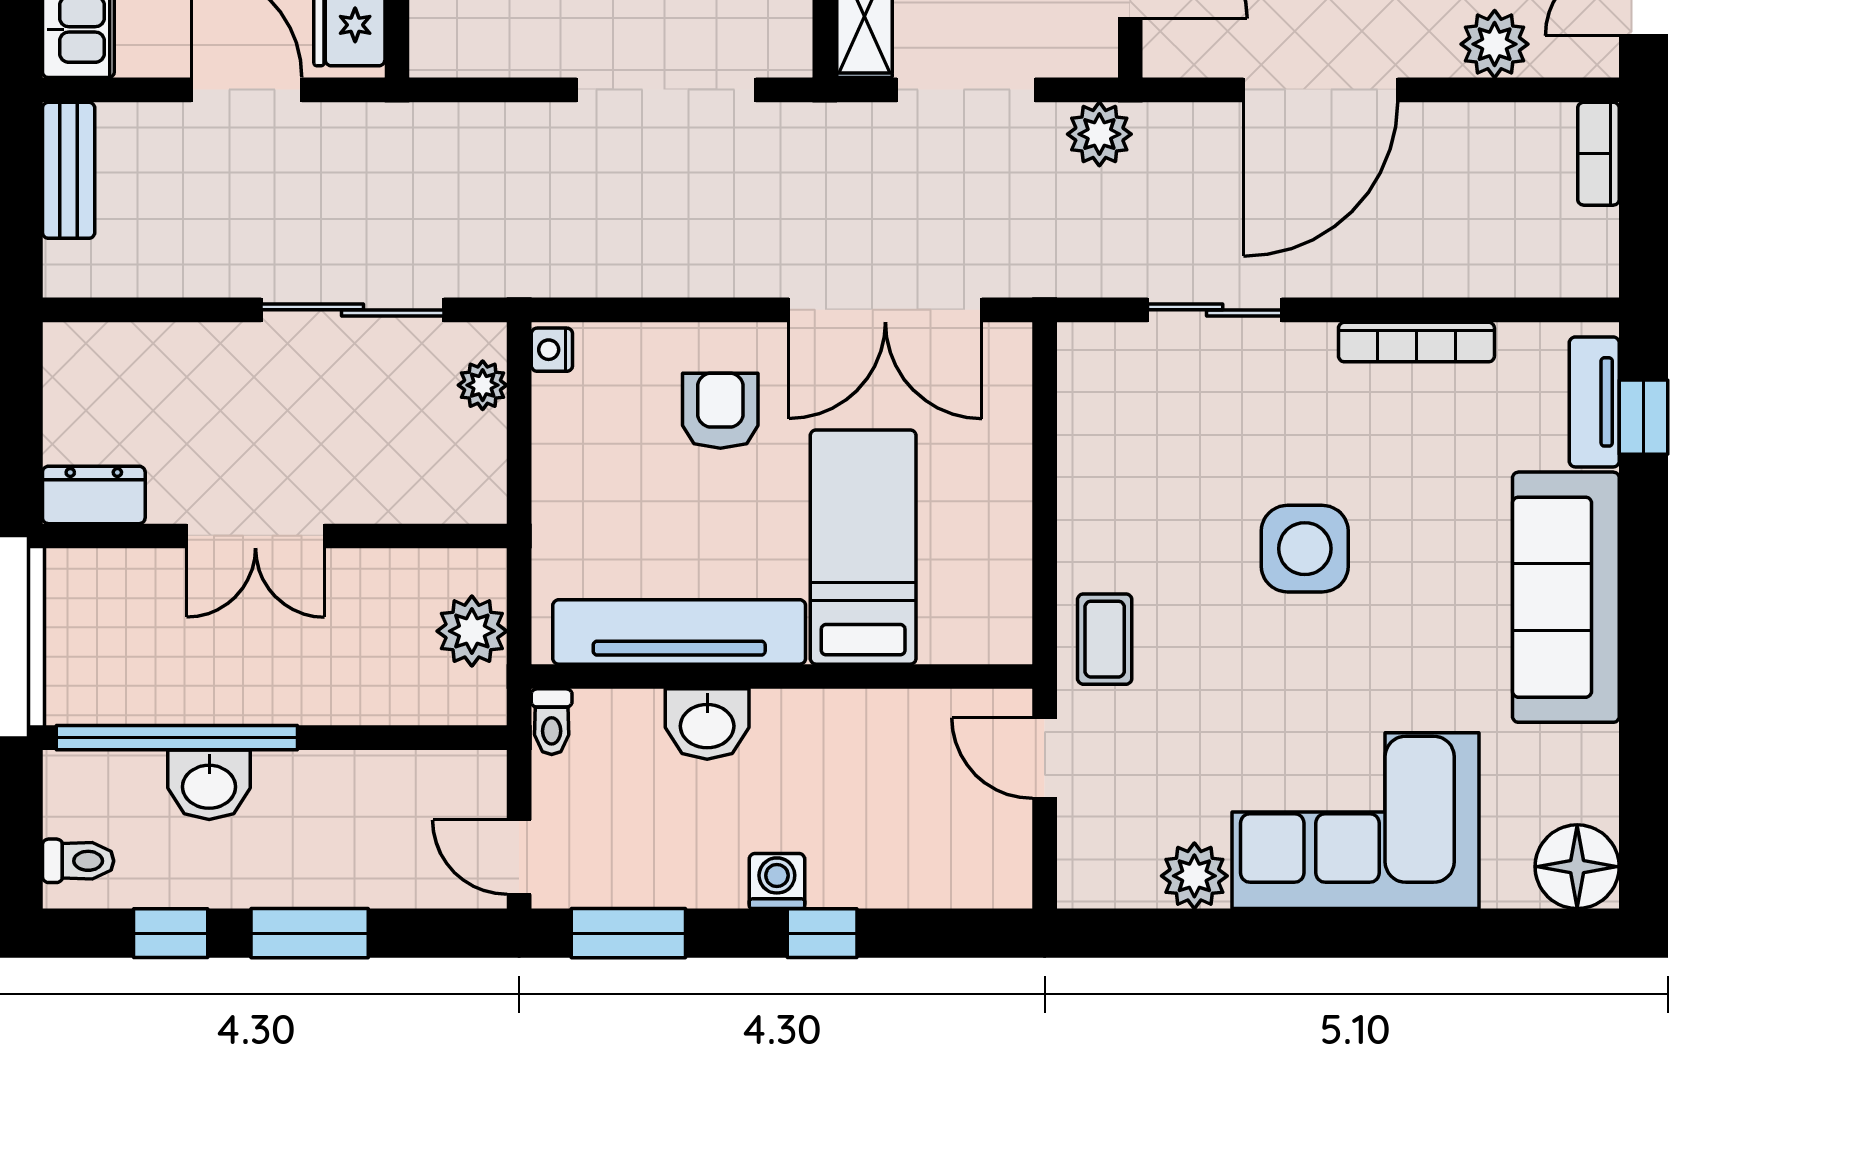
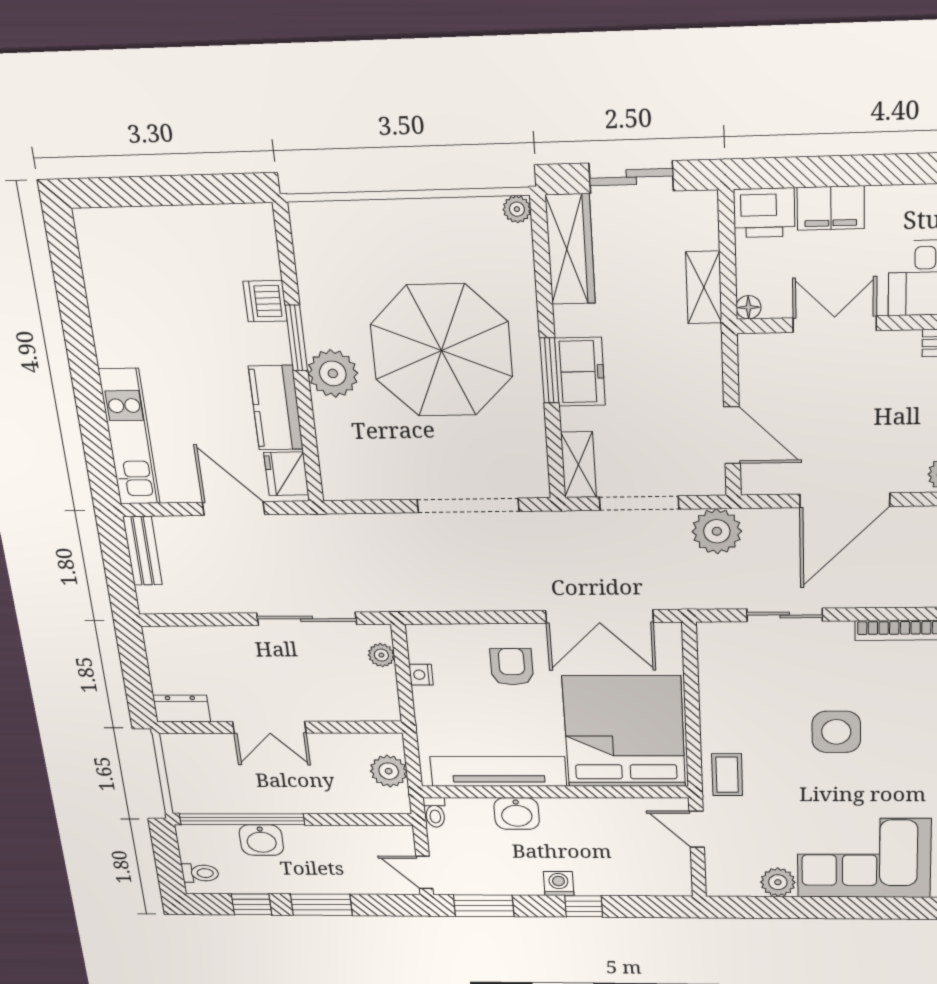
plant: (1099, 134) -> (717, 531), width x1.36, depth x1.36
nightstand: (552, 350) -> (421, 675), moved
bed: (863, 547) -> (624, 732), width x2.04

